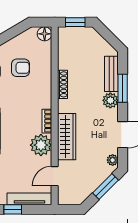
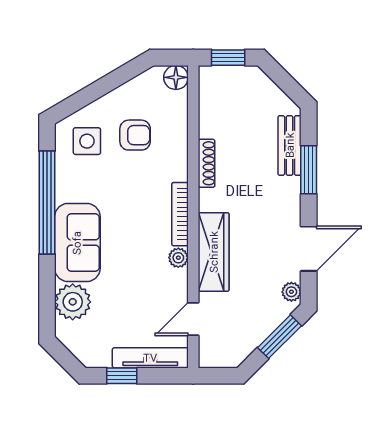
plant: (110, 100) -> (288, 191), removed
bookcase: (47, 121) -> (180, 214), width x1.56
plant: (41, 145) -> (178, 258), width x0.53, depth x0.53

